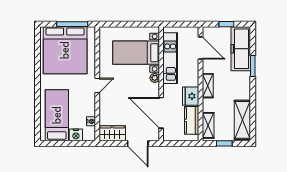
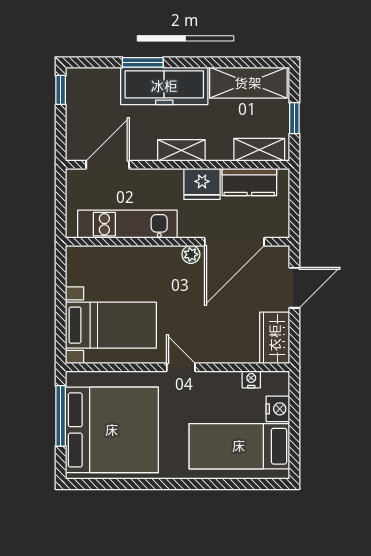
window: (226, 24) -> (61, 90), moved
freezer: (241, 49) -> (164, 86), moved
bed with nightstands: (136, 53) -> (111, 325), moved, turned -90
plant: (155, 78) -> (191, 254), moved

